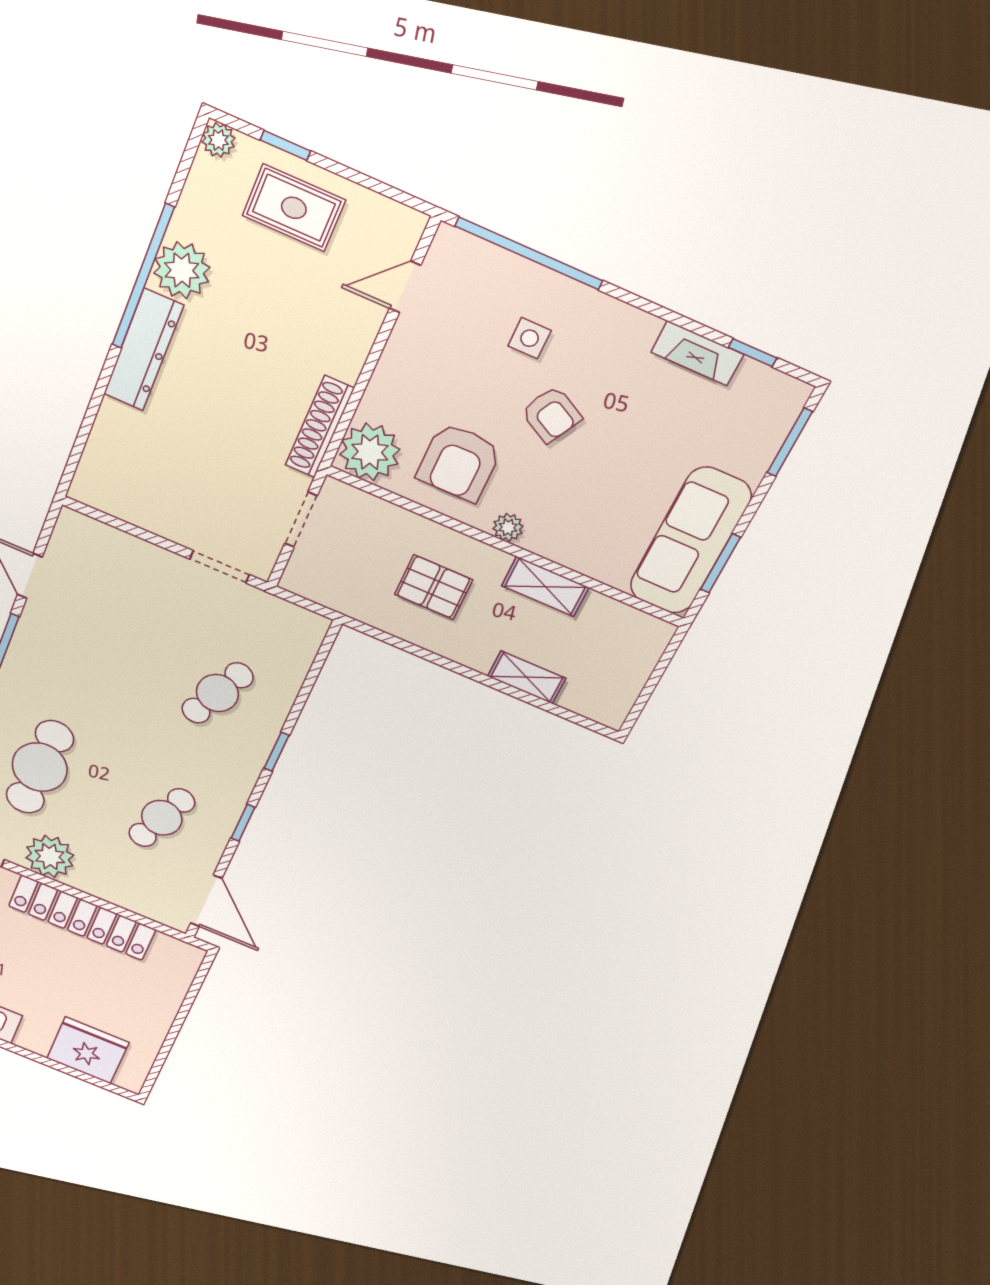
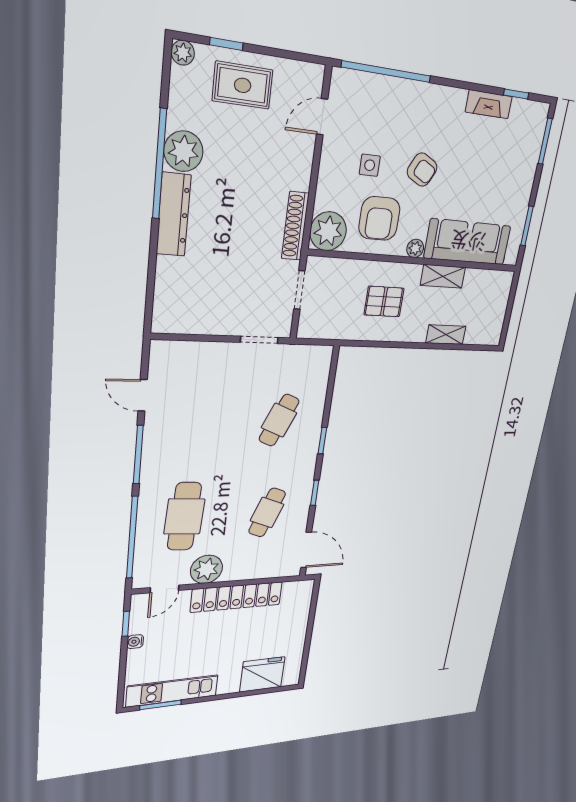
side table: (530, 338) -> (370, 165), moved
sofa: (690, 541) -> (468, 242), moved, turned 90

